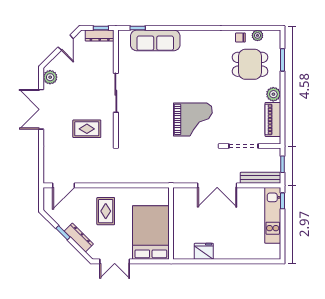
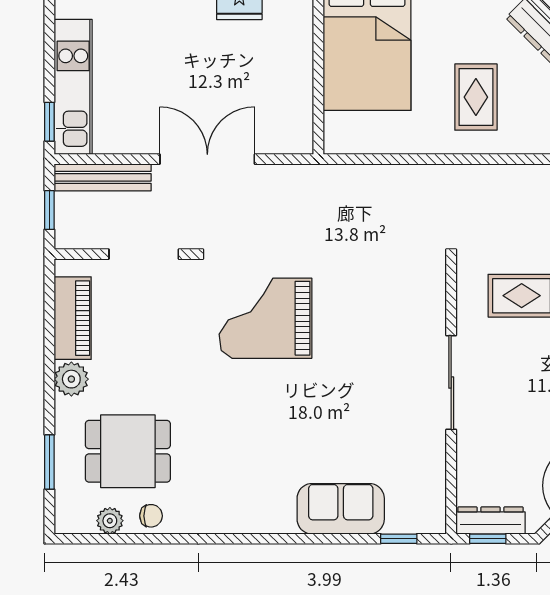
sofa: (155, 40) -> (341, 509), width x0.73

